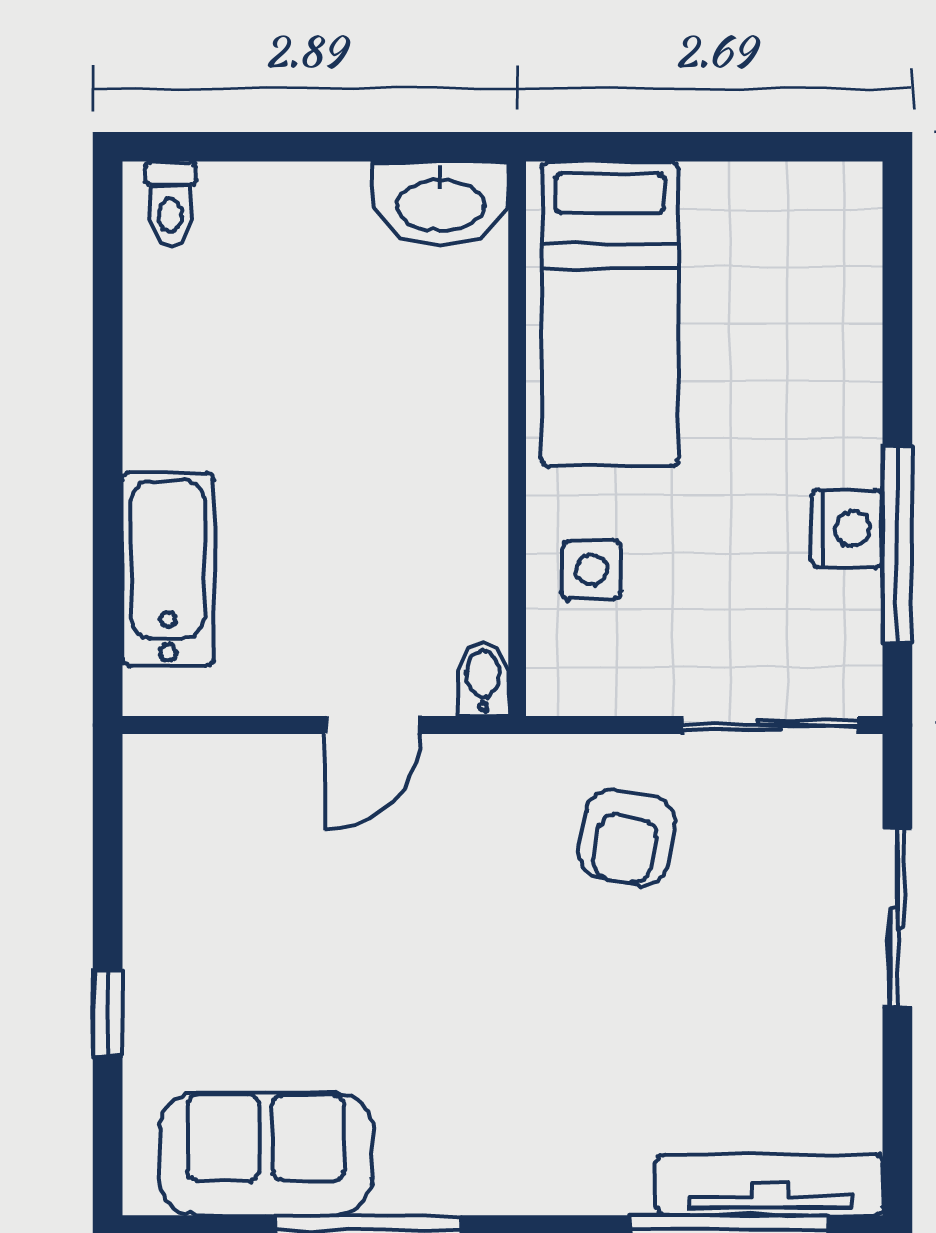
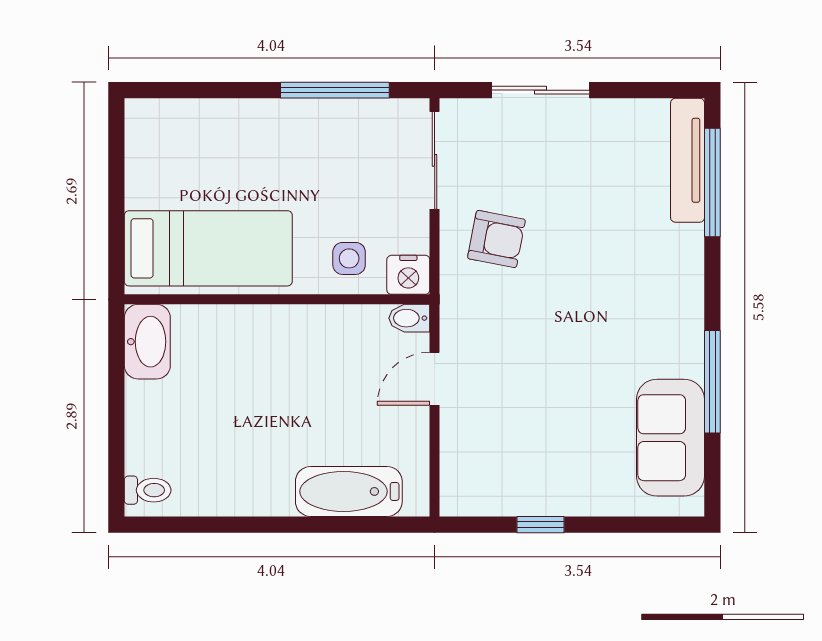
nightstand: (847, 528) -> (408, 275), moved, turned 180
door: (373, 725) -> (435, 379), swing flipped
window: (108, 1012) -> (541, 525), moved

